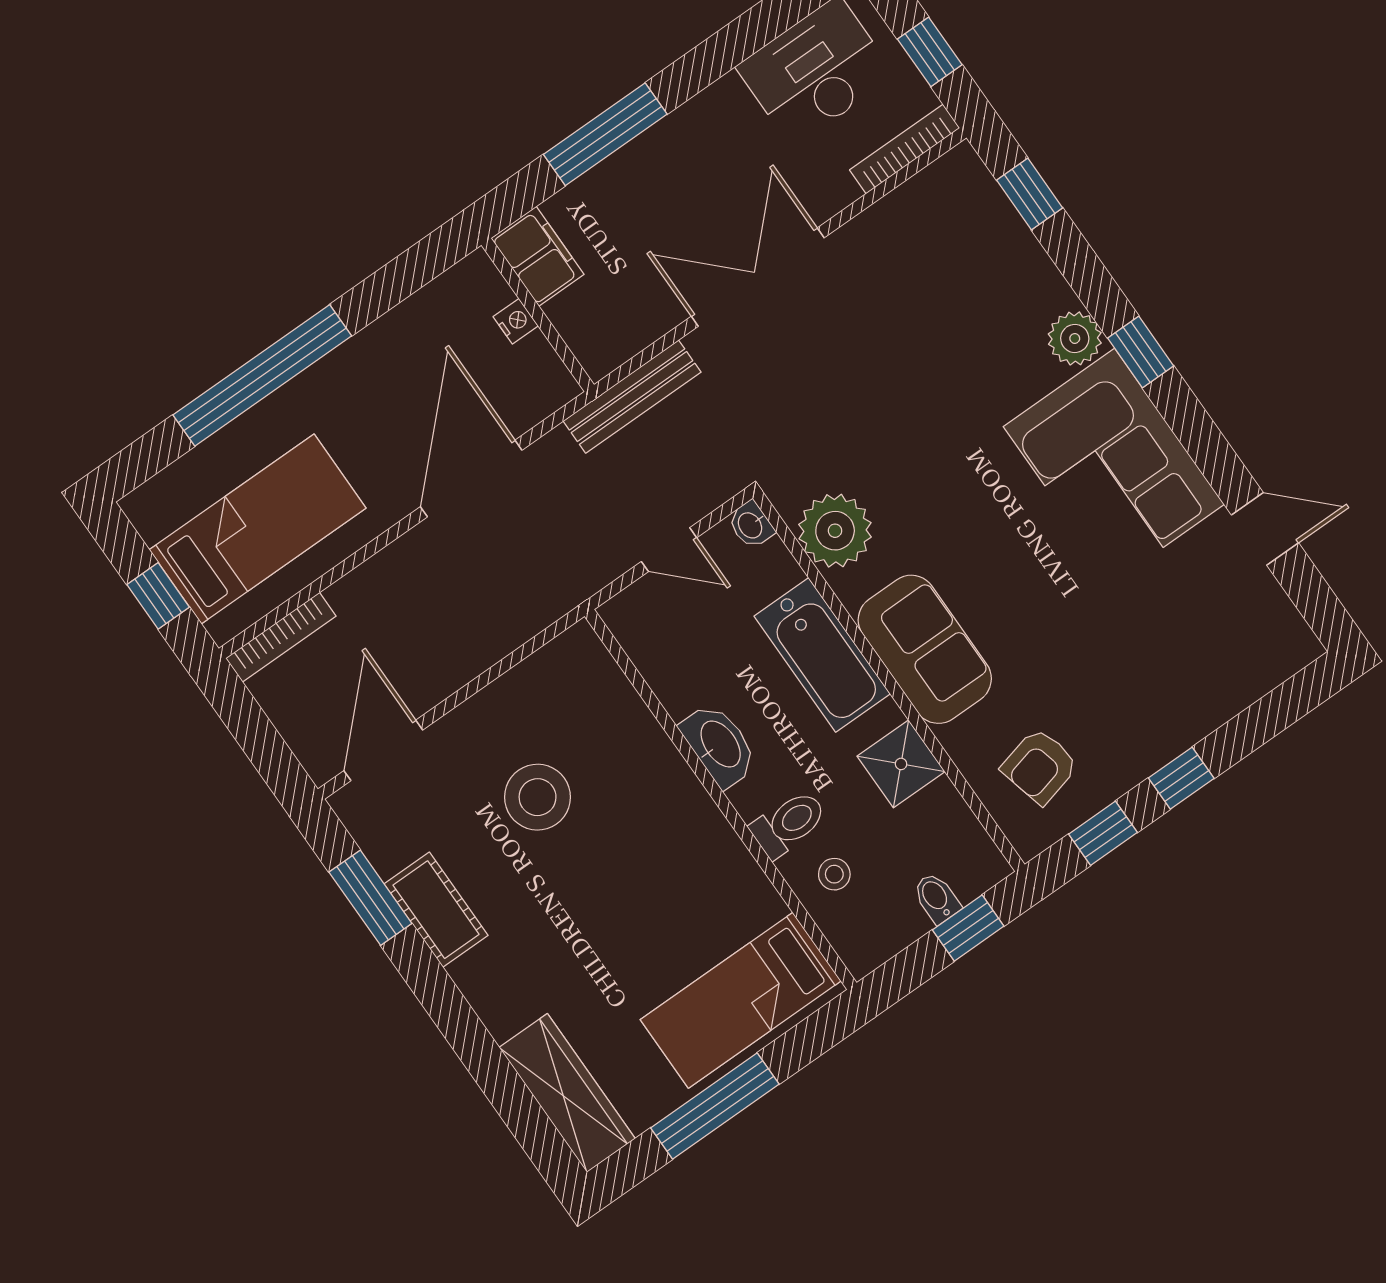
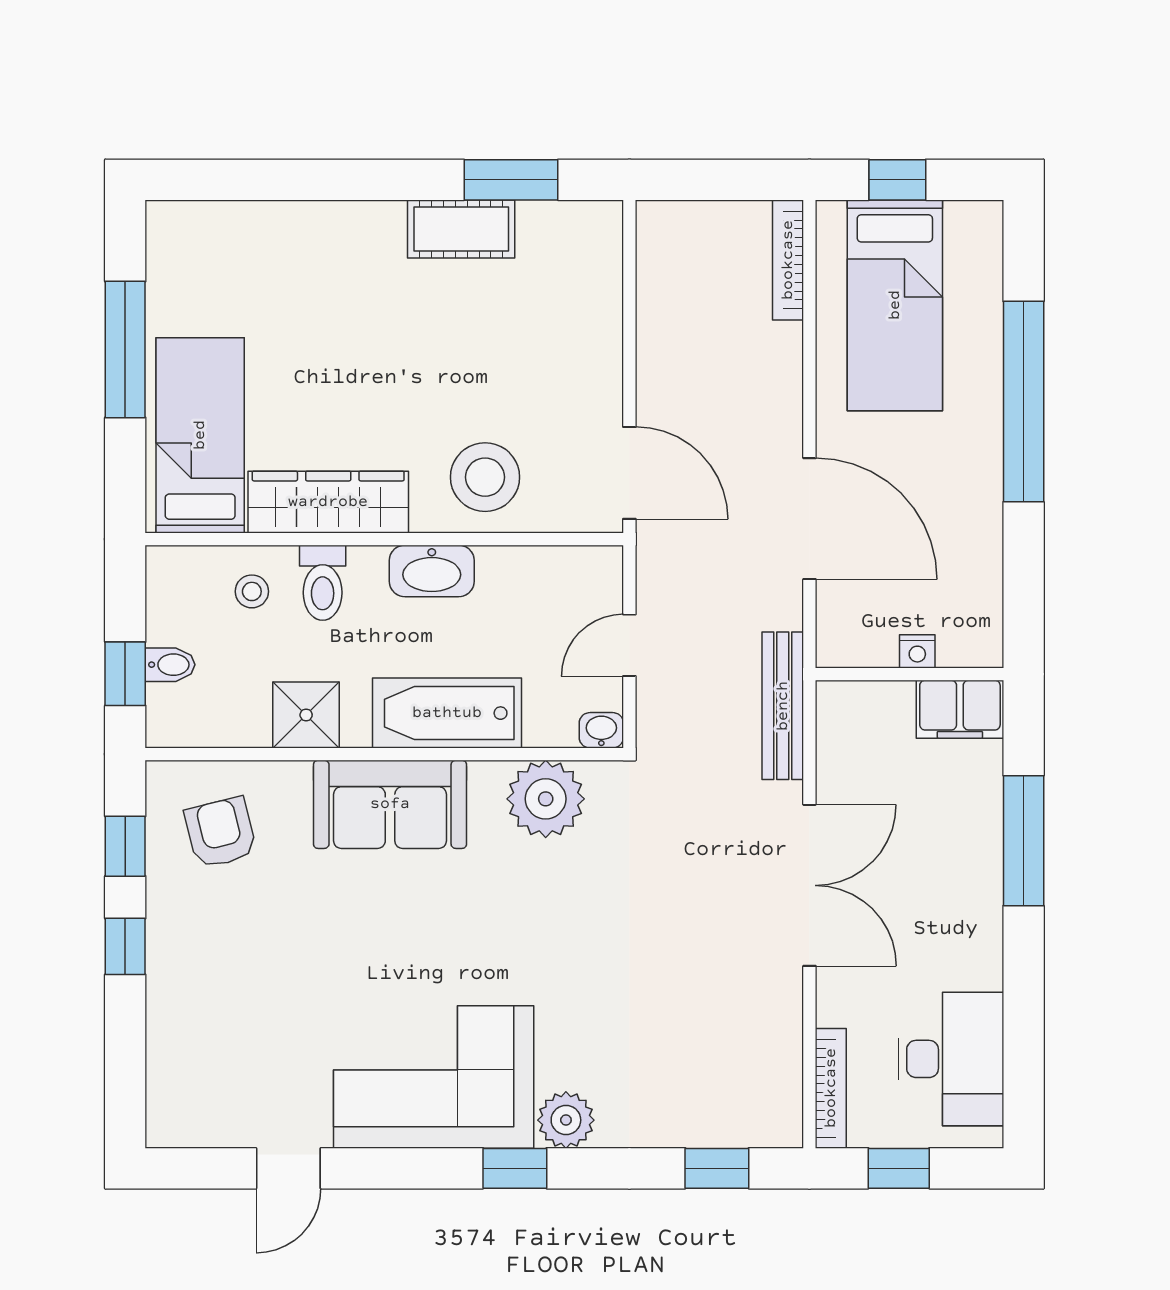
door: (383, 750) -> (629, 473), moved
stool: (538, 797) -> (485, 477), moved
wardrobe: (567, 1093) -> (328, 502), moved, turned 180

